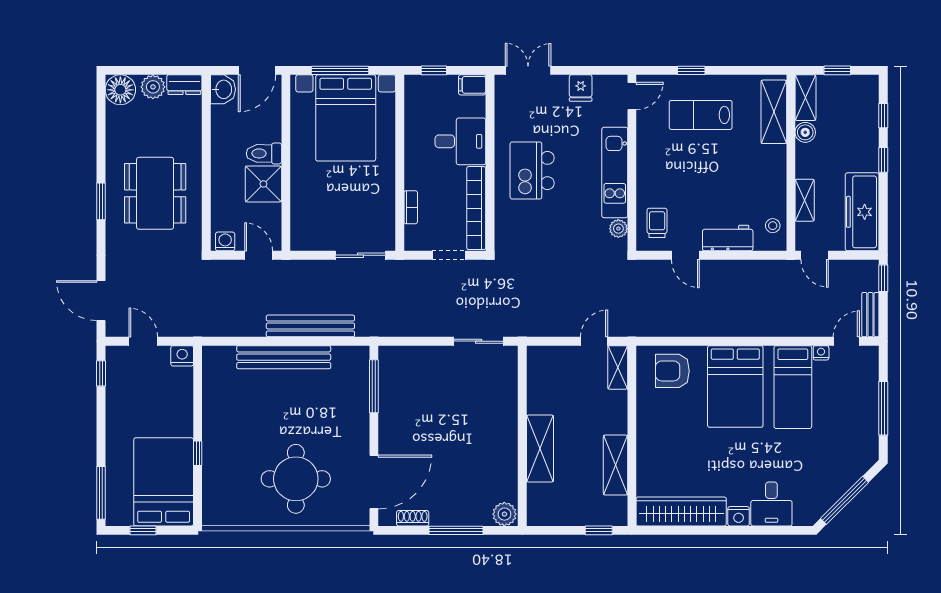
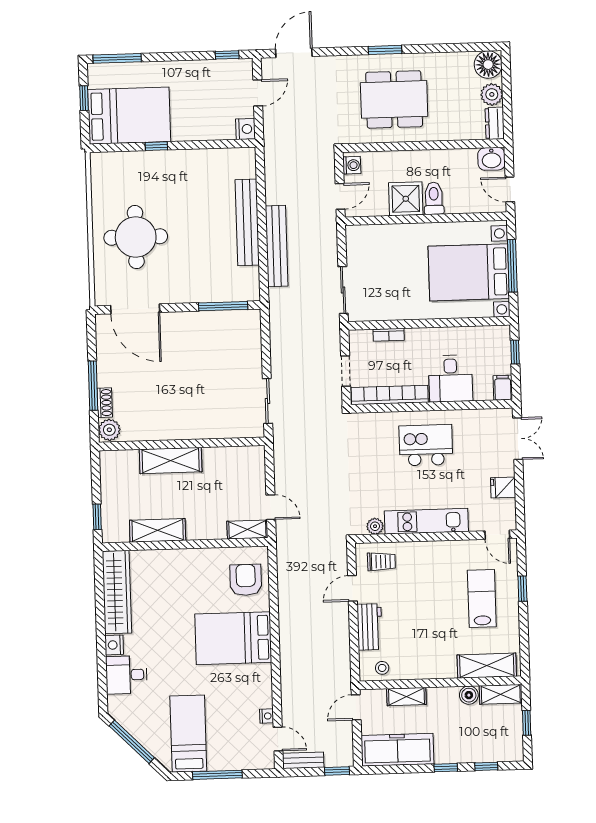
door: (257, 70) -> (510, 189), width x0.73
bed: (793, 387) -> (188, 734), moved, turned 90
shoe rack: (413, 518) -> (105, 403), moved

